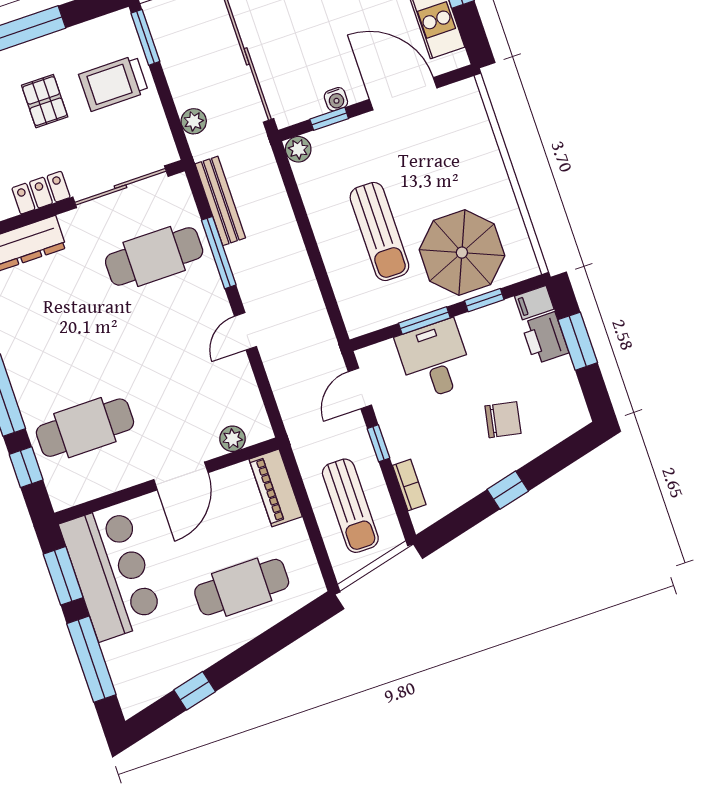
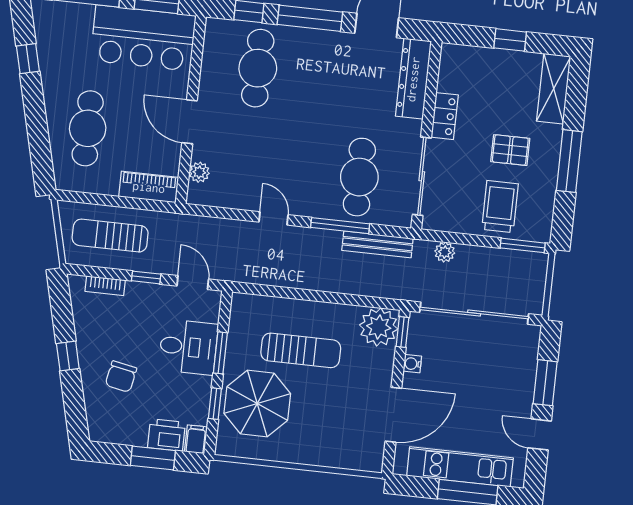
window: (329, 119) -> (402, 332), moved
plant: (298, 149) -> (379, 327), width x1.88, depth x1.88
sun lounger: (379, 232) -> (301, 350), turned 180

